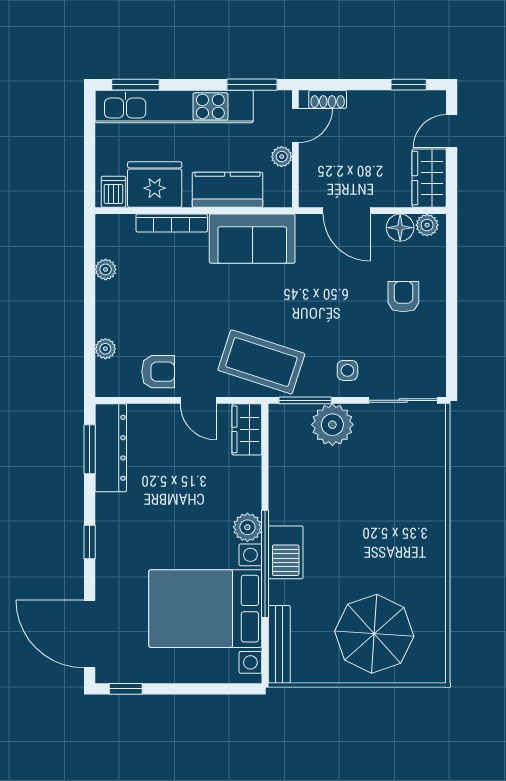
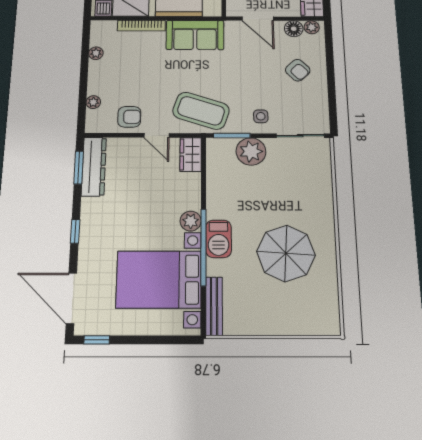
armchair: (403, 297) -> (298, 70), turned 136
parasol: (374, 634) -> (286, 253), moved

